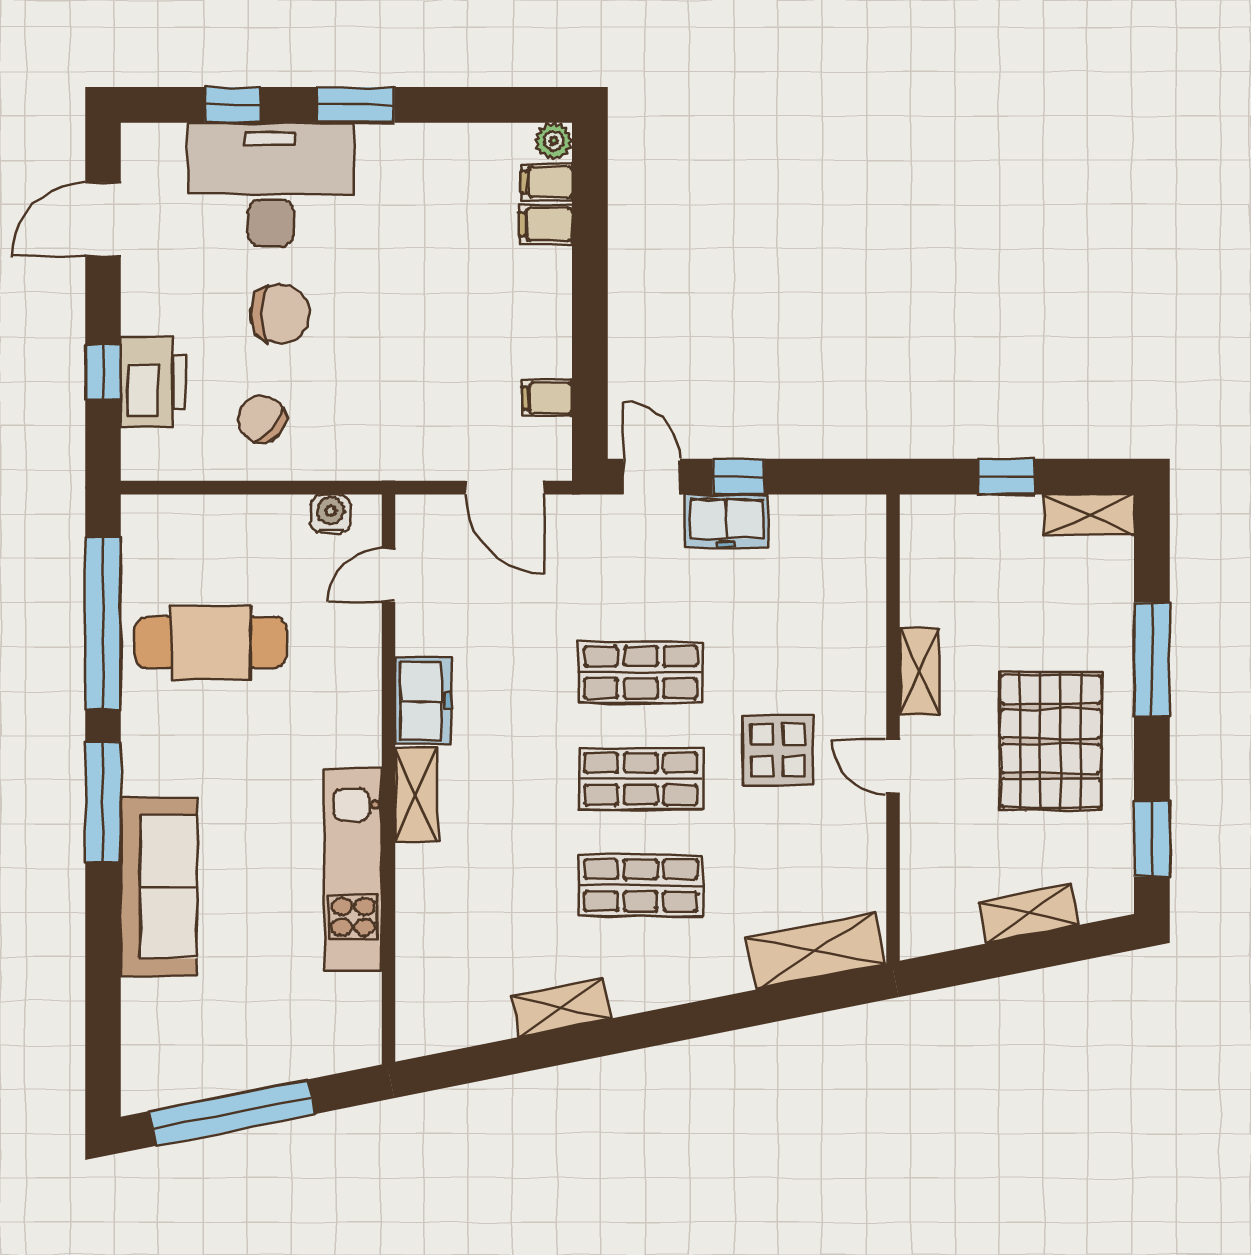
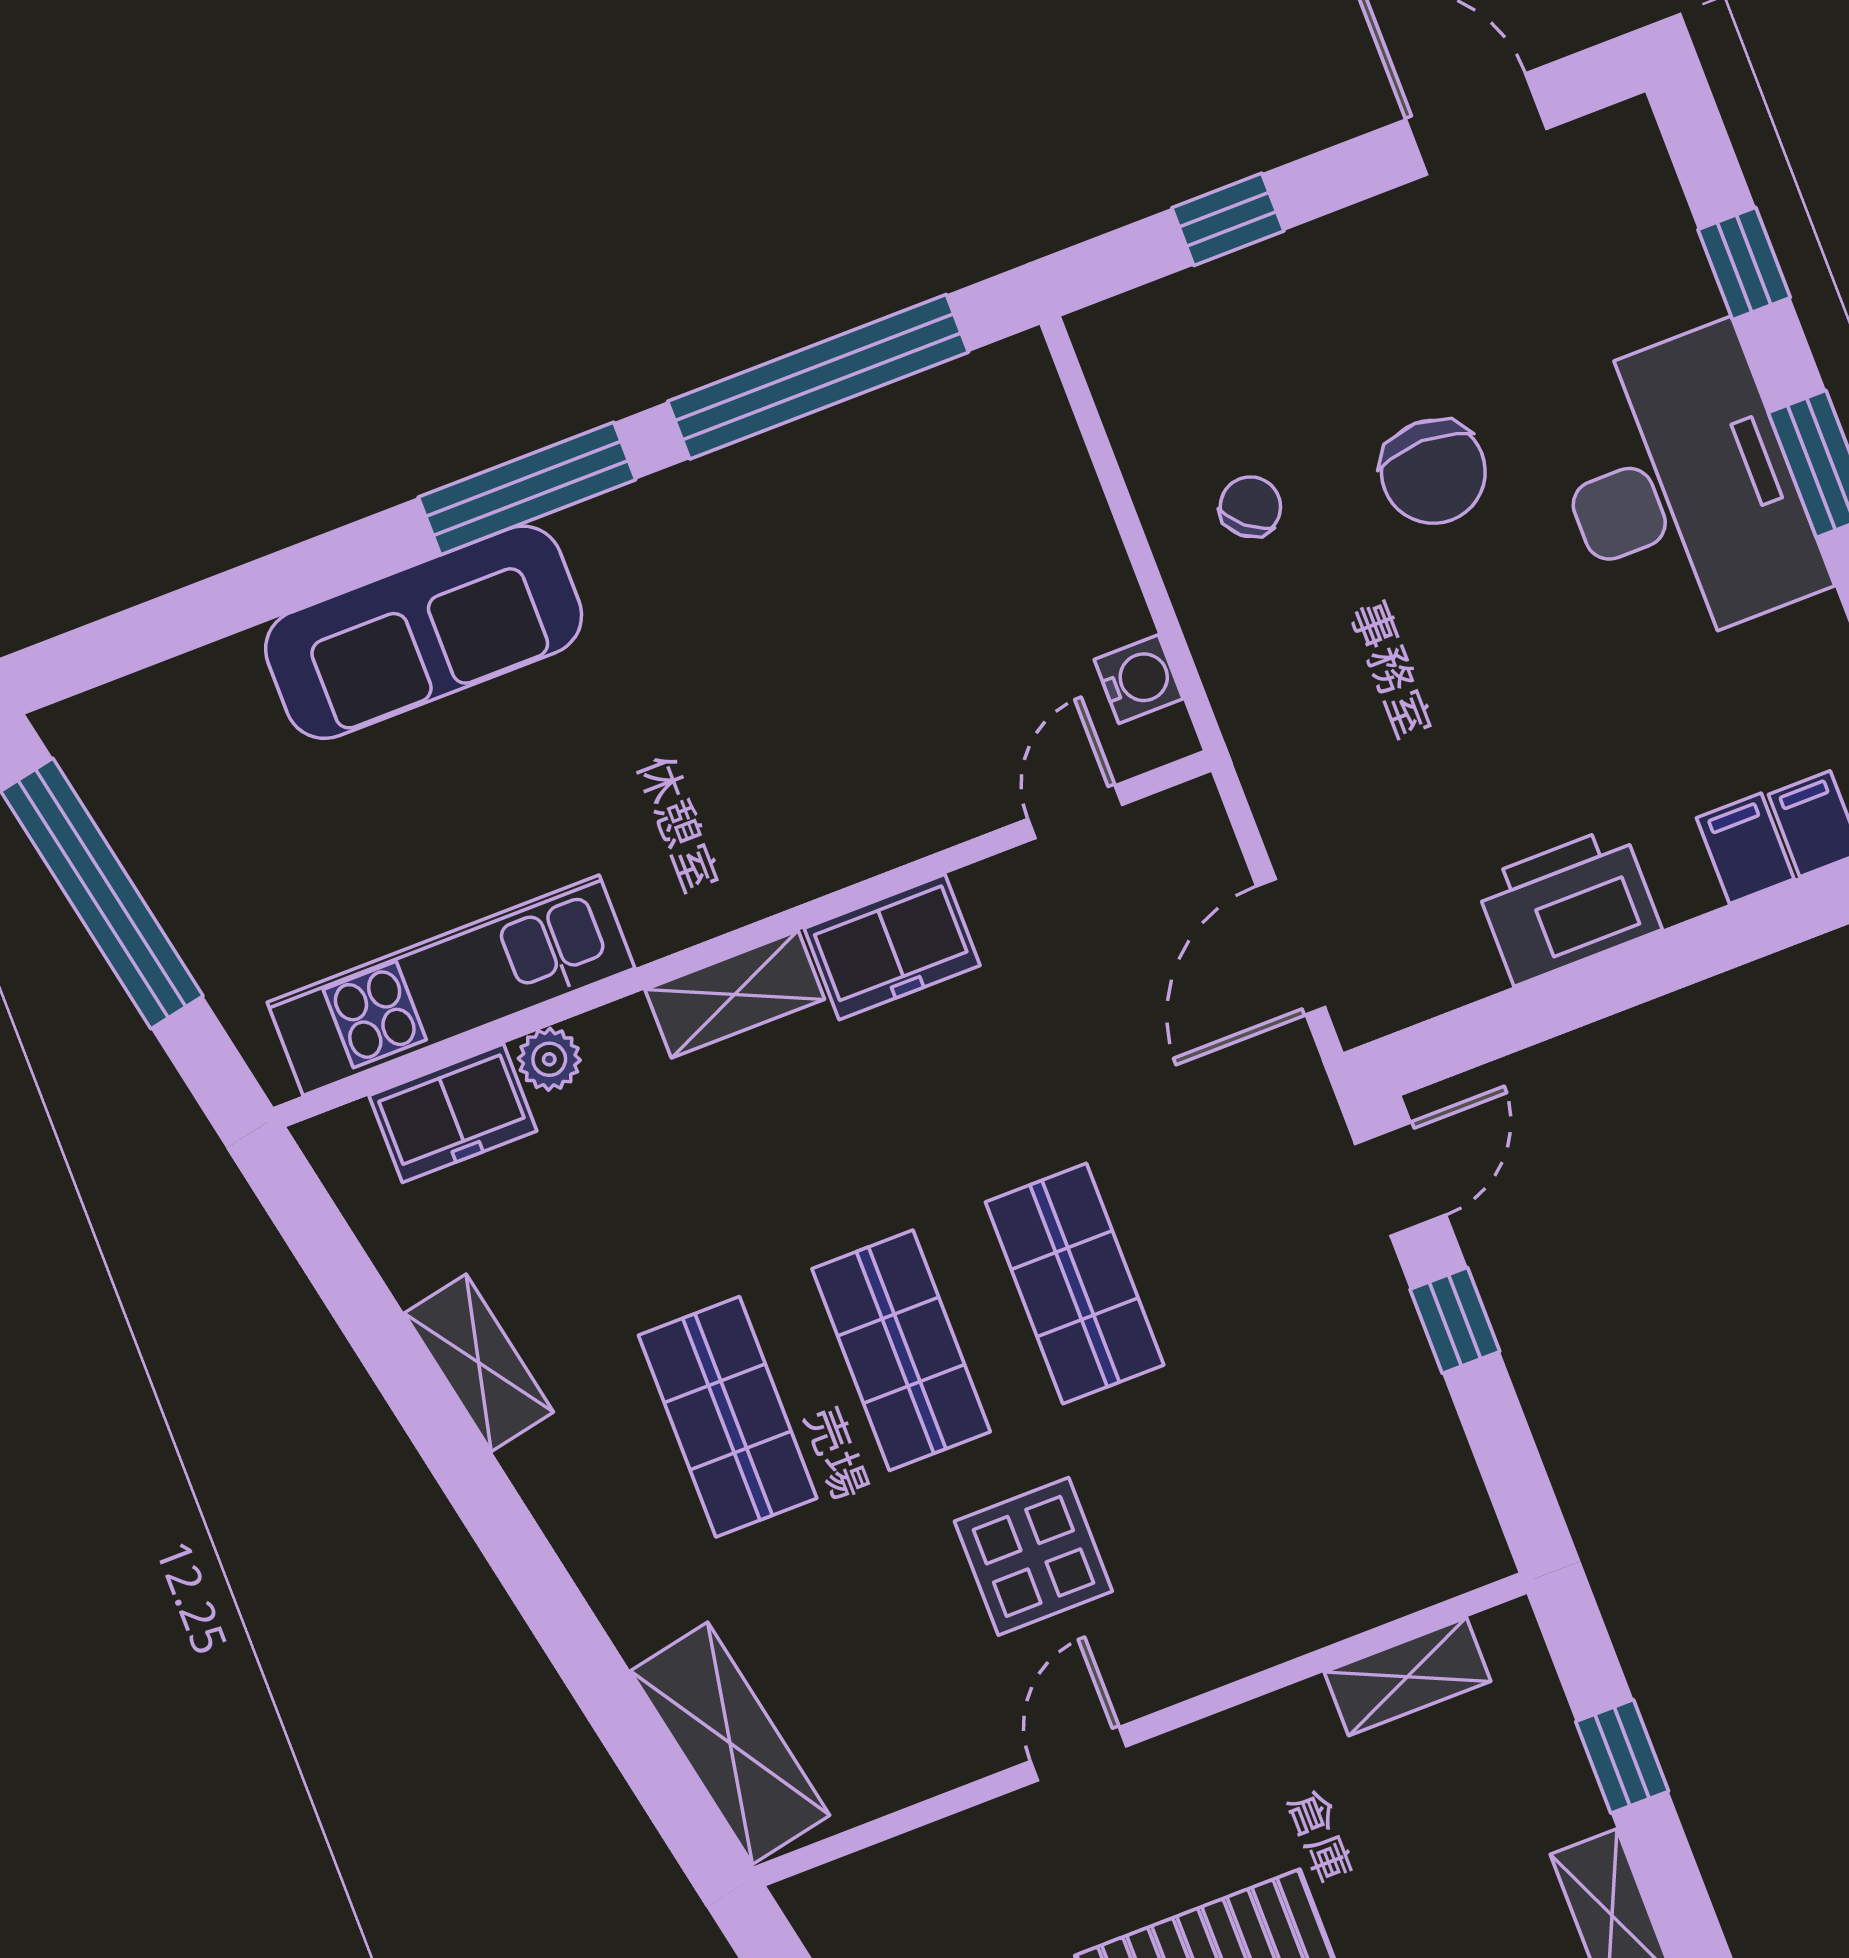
desk: (271, 185) -> (1682, 490), moved
printer: (153, 382) -> (1568, 905), moved, turned 180
filing cabinet: (547, 398) -> (1463, 960), removed
chair: (261, 419) -> (1250, 507), width x0.73, depth x0.73
freezer: (726, 521) -> (453, 1113), moved, turned -90
door: (388, 575) -> (1075, 812), hinge flipped
cafe table: (211, 642) -> (854, 564), removed
shelving: (919, 672) -> (1408, 1677), moved
kitchen unit: (353, 870) -> (451, 985), moved
plant: (413, 907) -> (549, 1059), added

